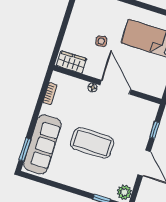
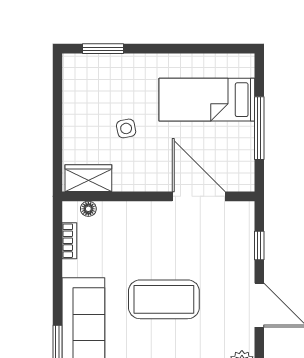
door: (115, 87) -> (199, 196), moved
floor lamp: (93, 88) -> (88, 209), moved

